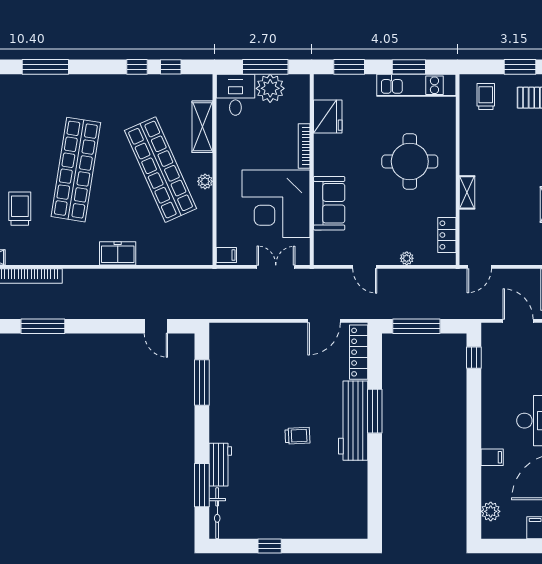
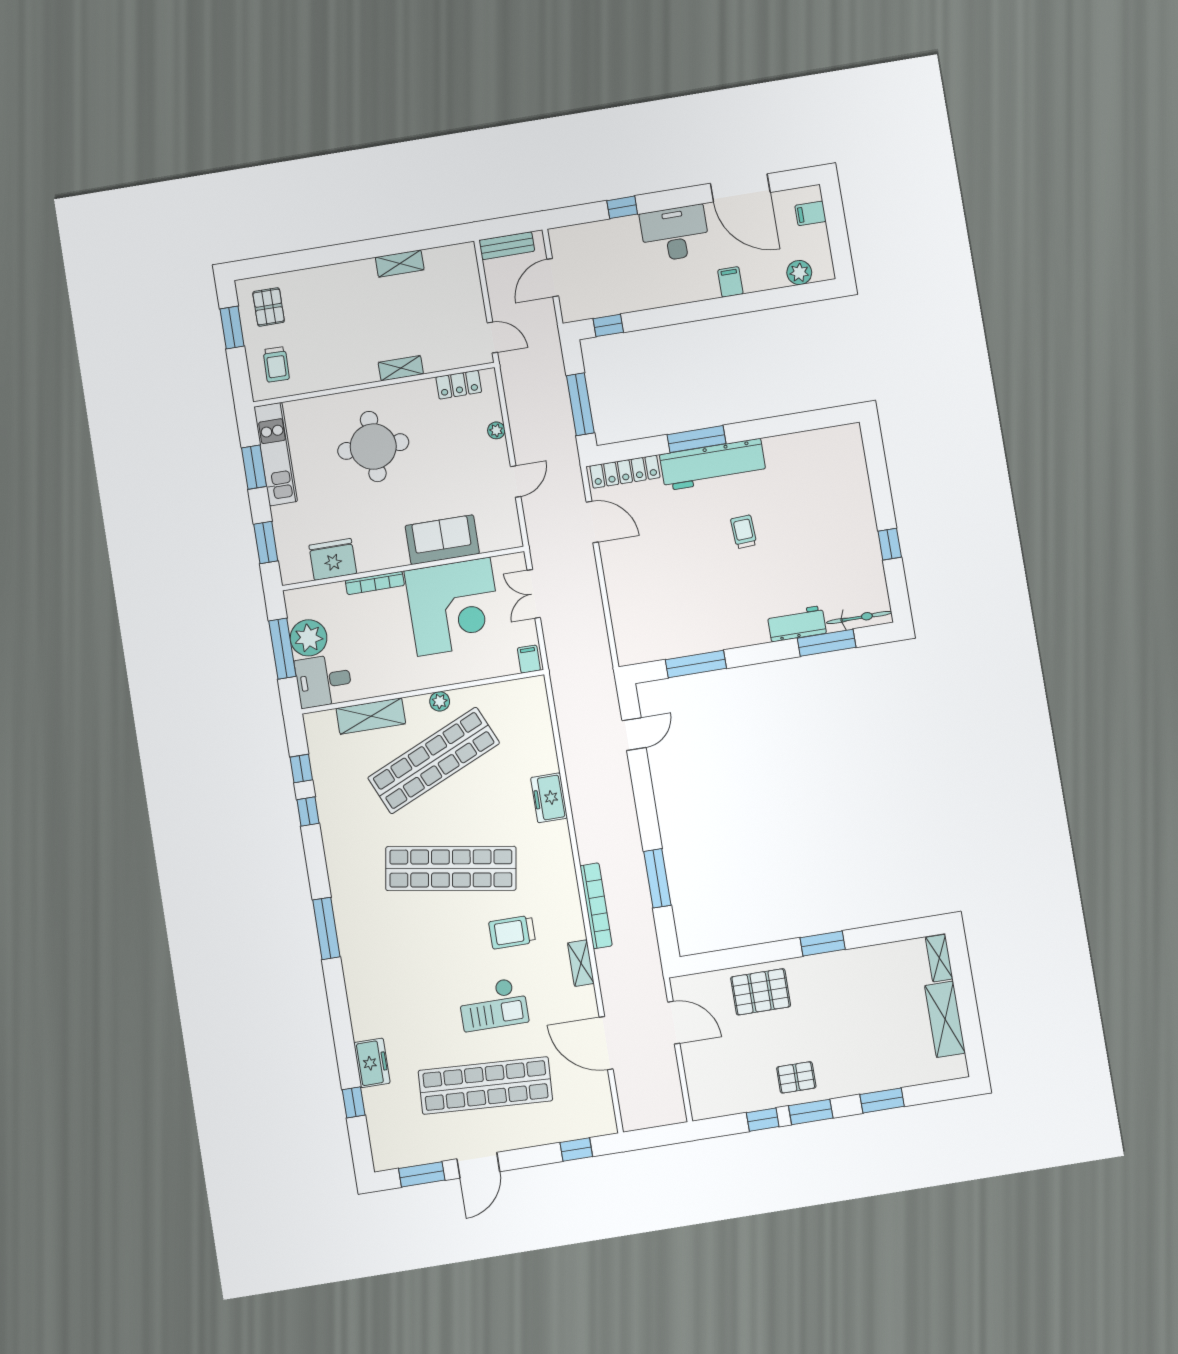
trolley: (486, 97) -> (276, 364), turned -89

